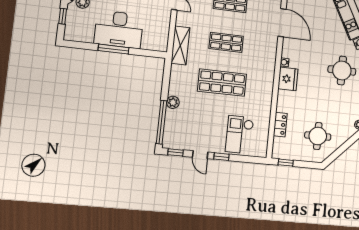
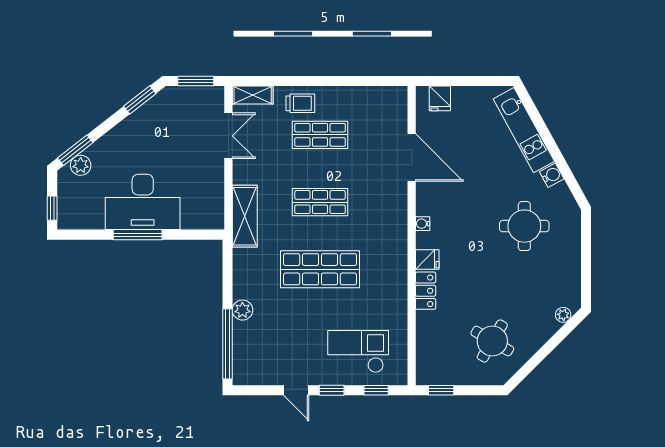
window: (63, 16) -> (52, 208), moved
fridge: (288, 79) -> (427, 260), width x0.53, depth x0.75
locker: (280, 125) -> (426, 291), moved
checkout: (239, 135) -> (358, 351), turned 90
round table: (318, 136) -> (492, 341), turned 30
window: (176, 152) -> (376, 390), moved

